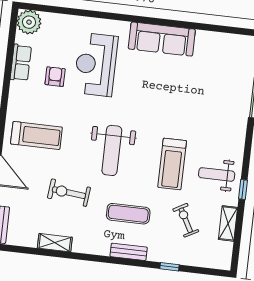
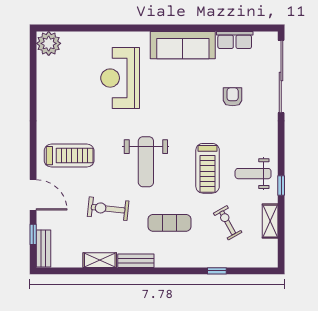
row of seats: (21, 63) -> (235, 40), moved, turned 90
armchair: (55, 77) -> (233, 97), moved
bench: (129, 252) -> (136, 261), moved

